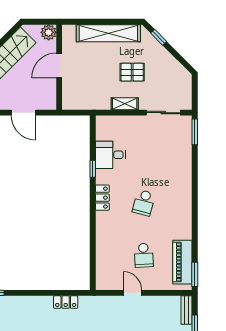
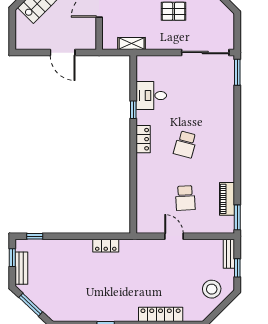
shelving: (125, 104) -> (132, 44), moved
sliding door: (163, 113) -> (205, 53), width x1.37
piano: (182, 262) -> (227, 199), width x0.73, depth x0.75

